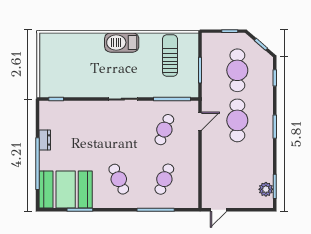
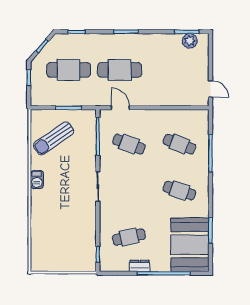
barbecue: (122, 42) -> (37, 180), width x0.53, depth x0.65
sun lounger: (170, 56) -> (54, 138), turned -35
cafe table: (73, 130) -> (129, 237), added
cafe table: (119, 179) -> (179, 191), turned 42

